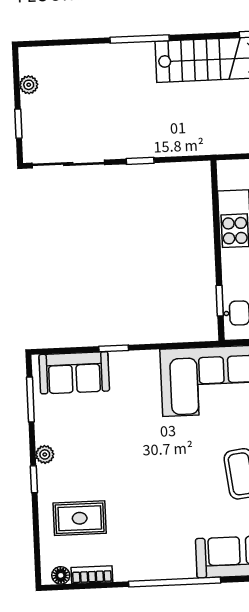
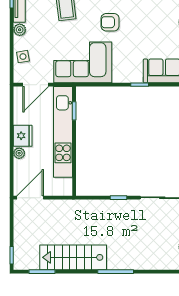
armchair: (167, 449) -> (110, 22), added

